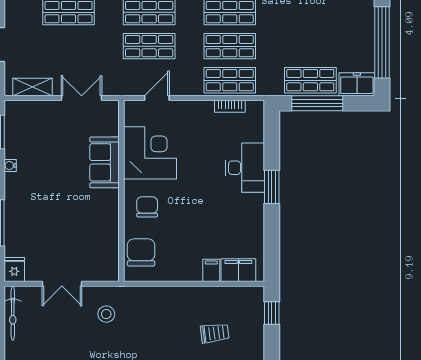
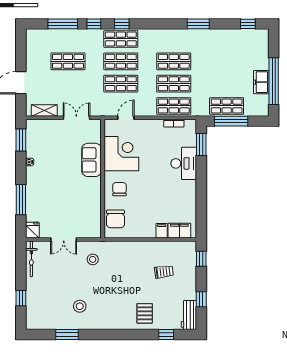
freezer: (357, 84) -> (261, 82), moved, turned -90
window: (272, 187) -> (201, 144), moved
chair: (141, 252) -> (115, 219), turned 180

